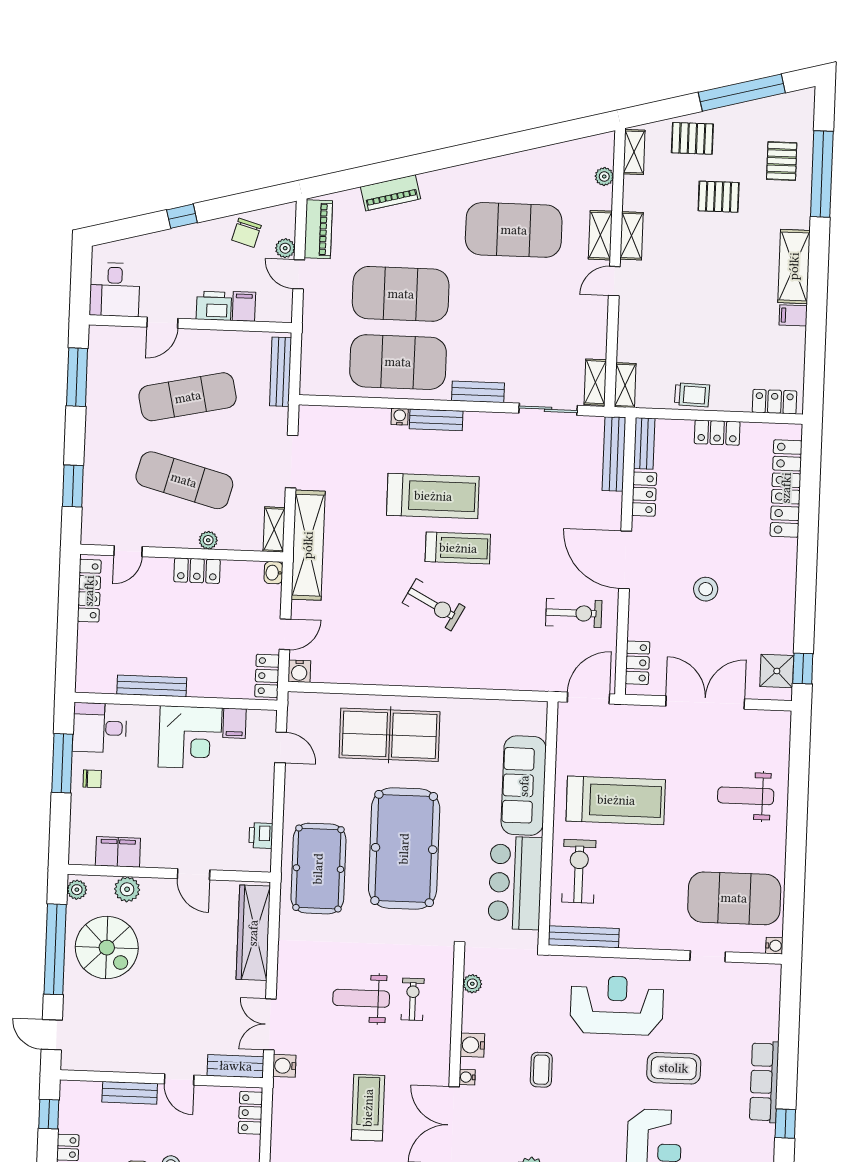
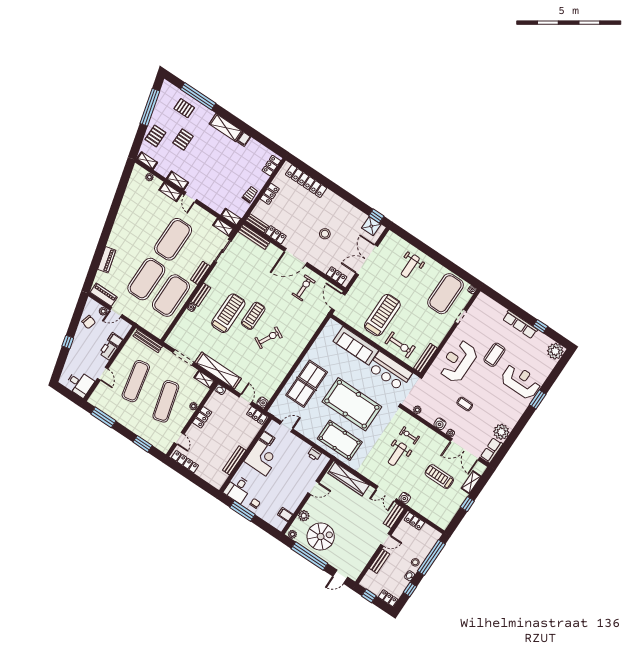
exercise mat: (514, 230) -> (173, 239), moved
exercise mat: (184, 480) -> (166, 401), turned -30
filing cabinet: (118, 852) -> (285, 515), width x0.50
exercise bike: (579, 871) -> (400, 345), turned 180

